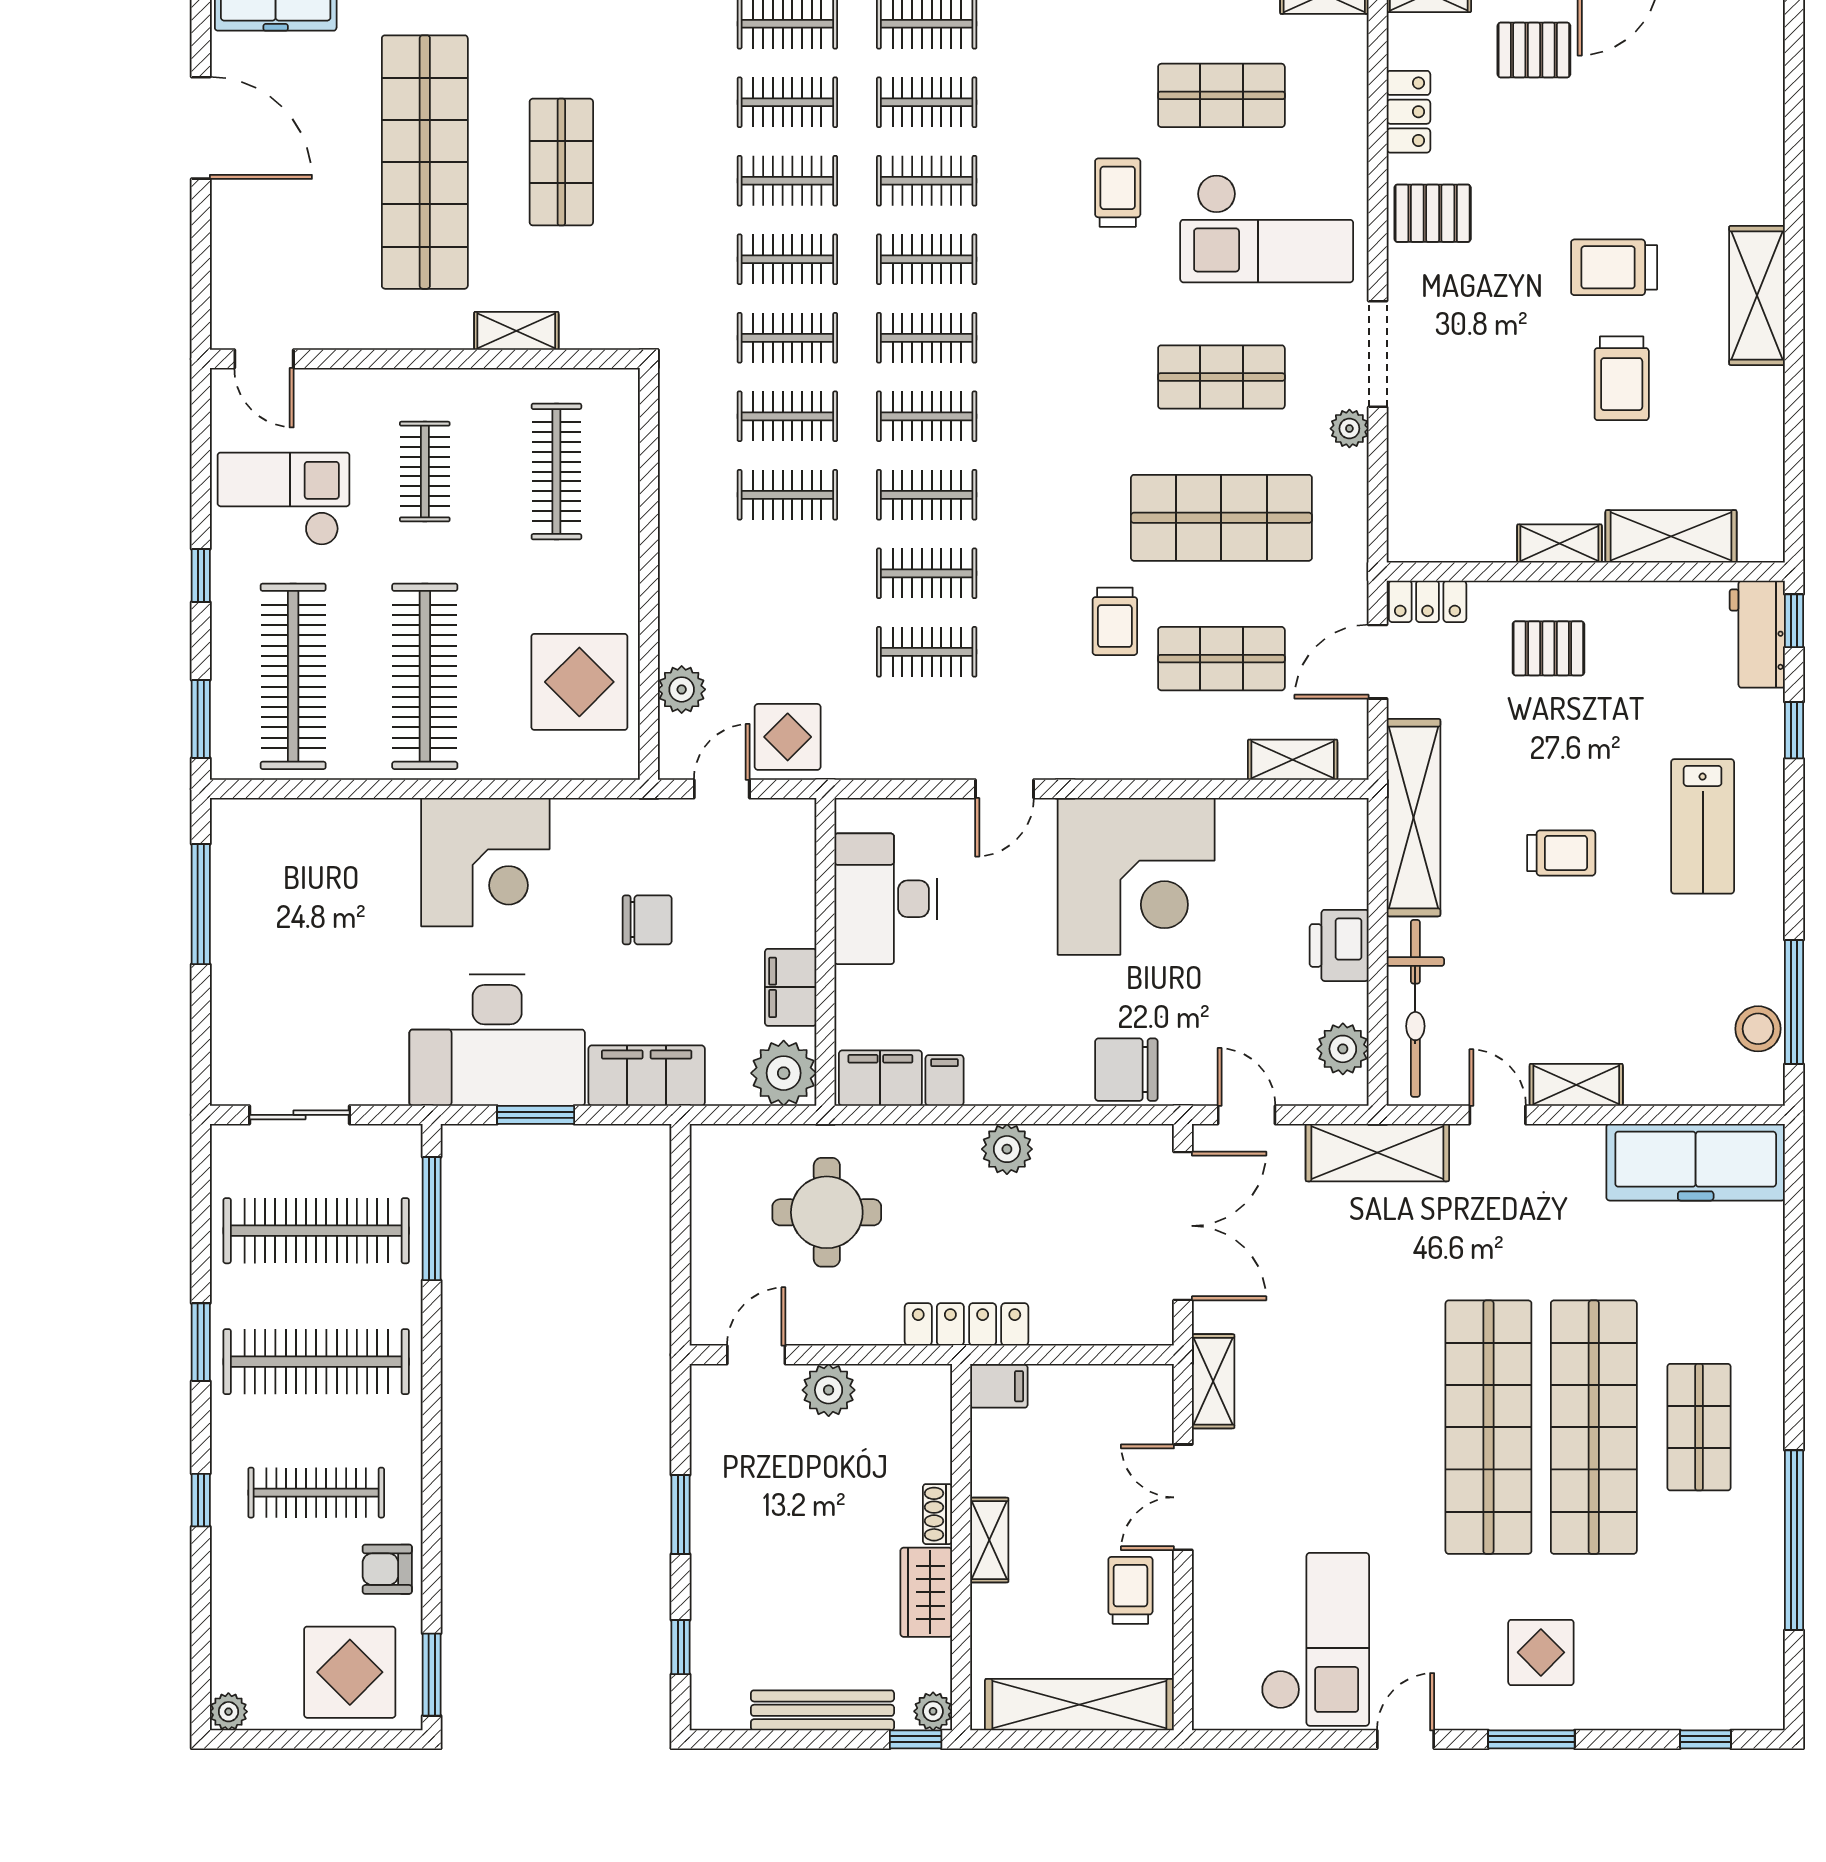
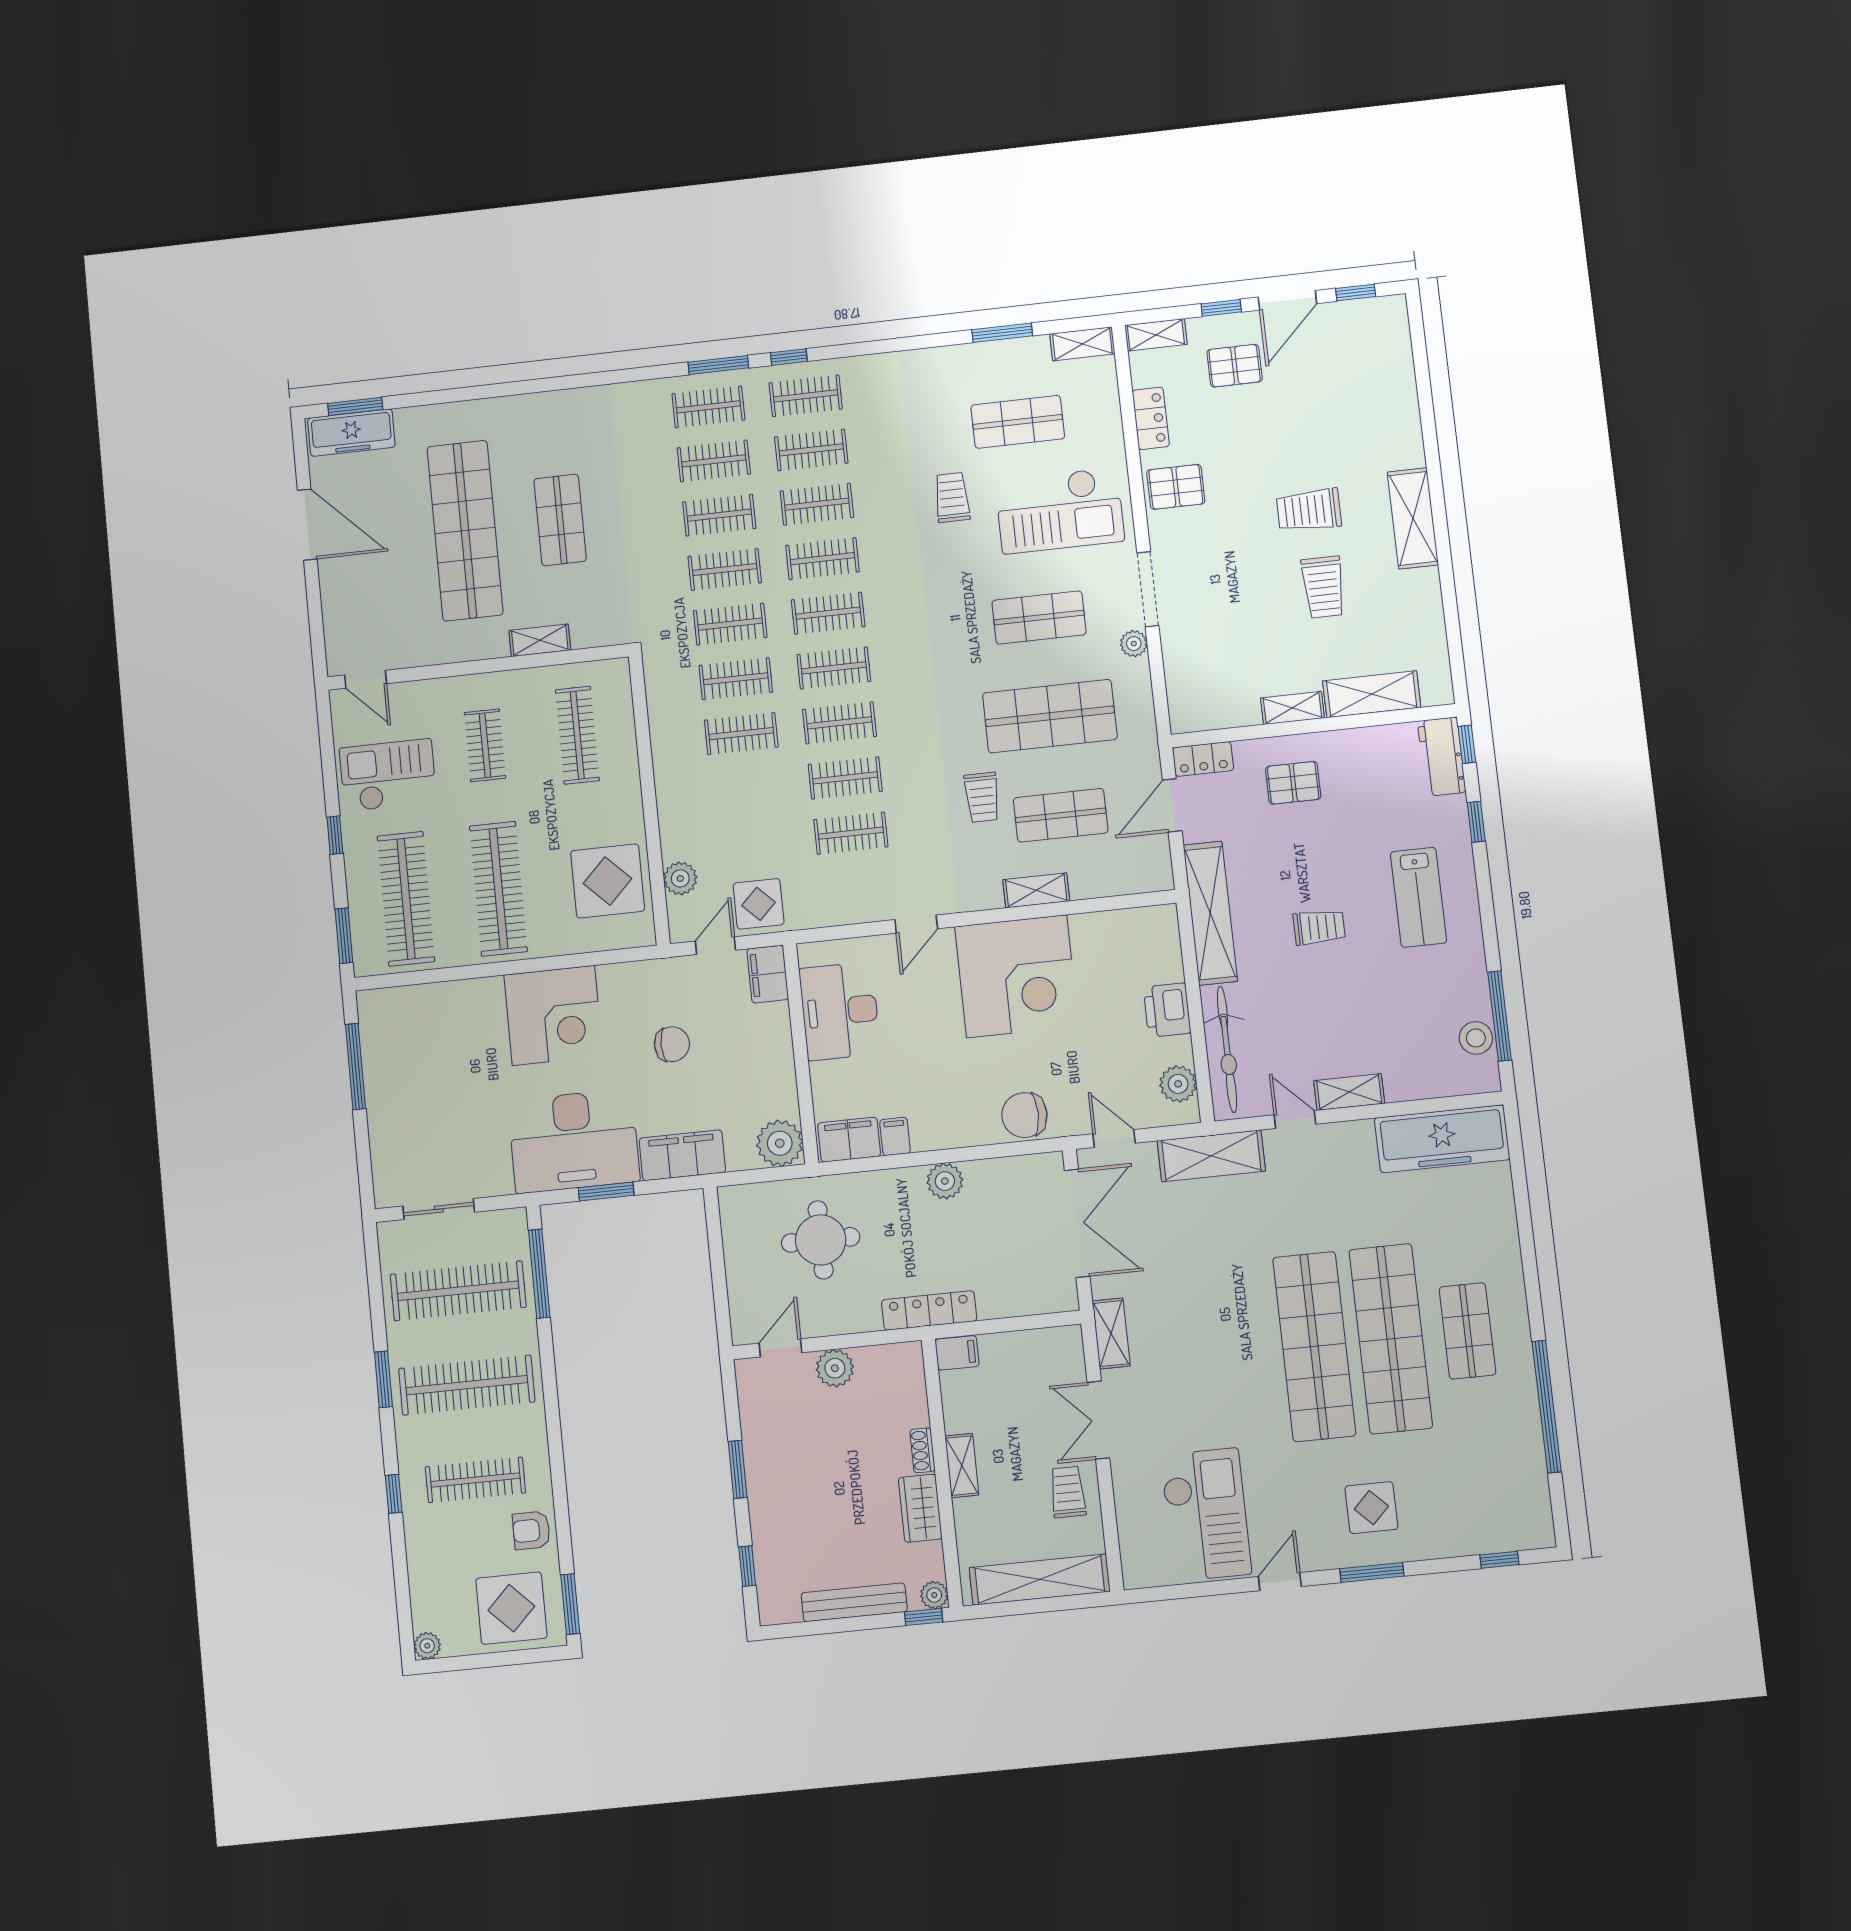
shelving: (1293, 760) -> (1036, 890), moved
filing cabinet: (791, 987) -> (768, 974), moved

